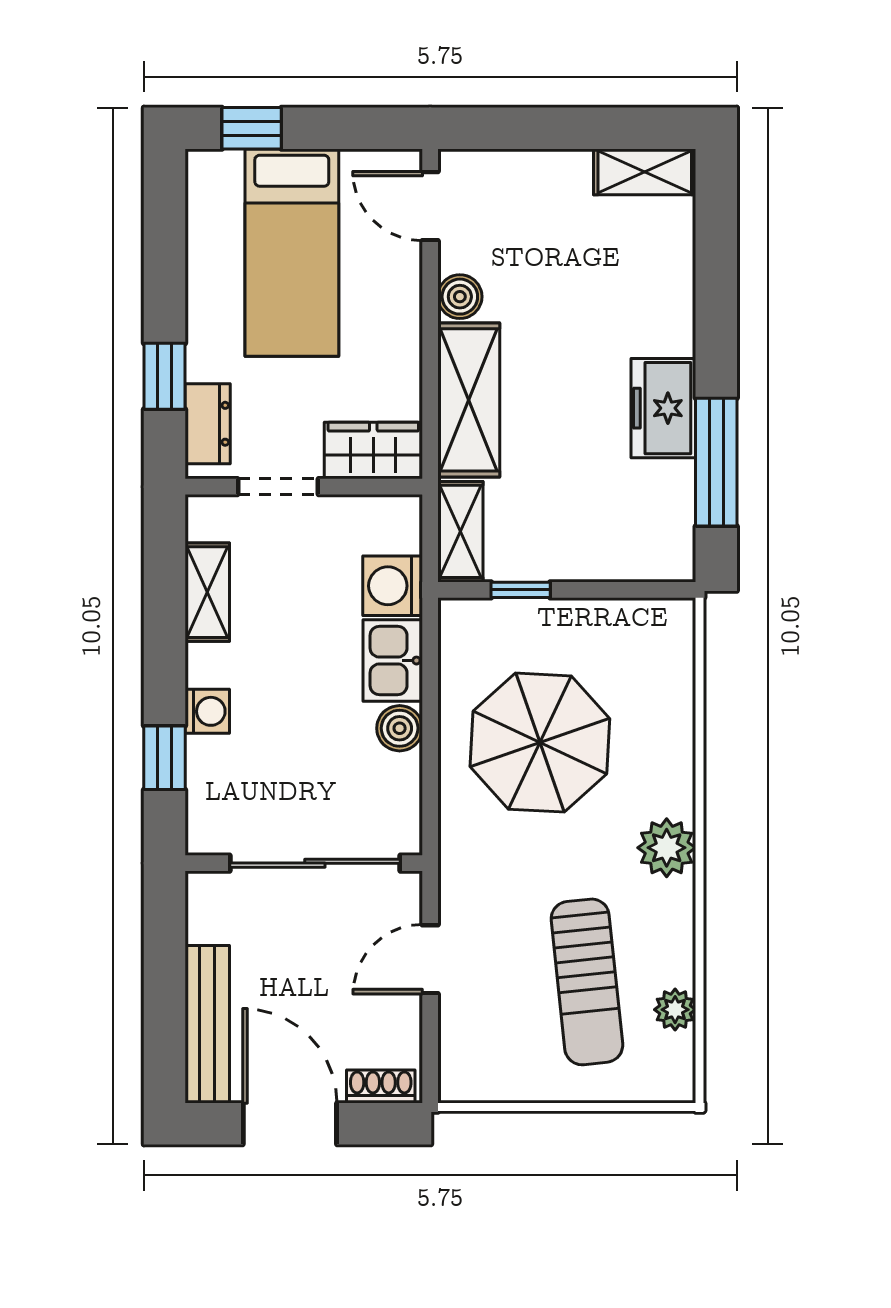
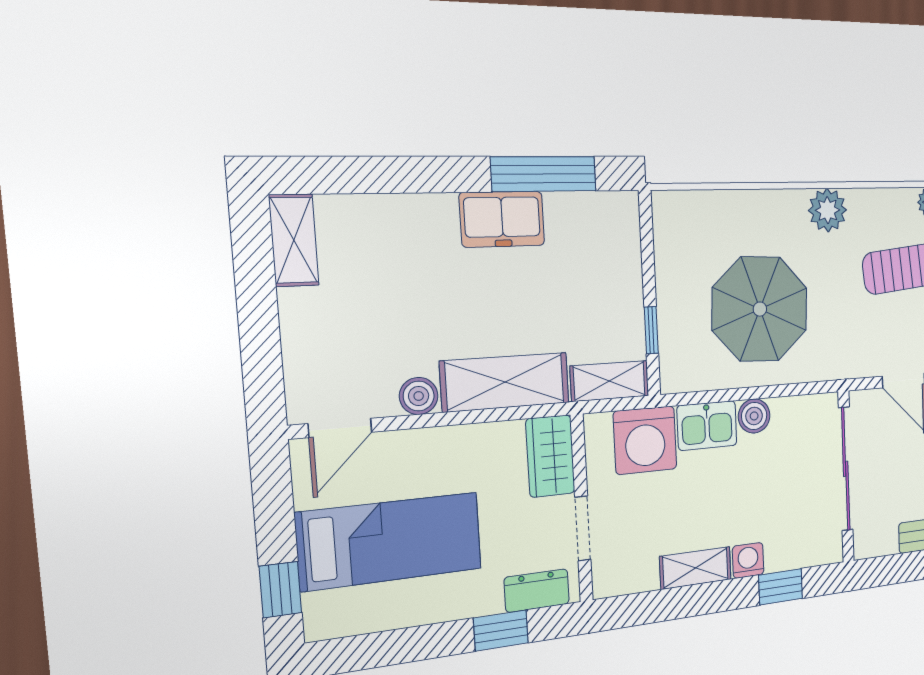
washing machine: (393, 586) -> (645, 440), width x1.37, depth x1.37
shelving: (207, 592) -> (696, 568), moved

